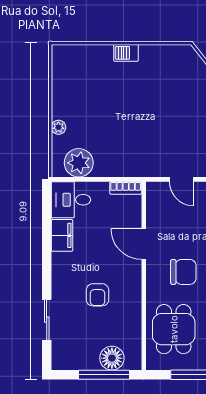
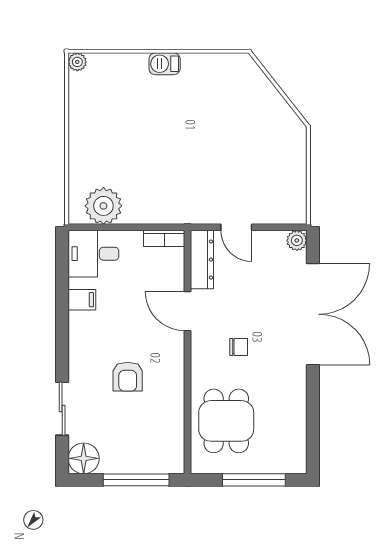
plant: (58, 127) -> (77, 62), moved
dresser: (155, 204) -> (202, 260), added
filing cabinet: (62, 235) -> (82, 300), width x0.50
chair: (183, 272) -> (239, 347), width x0.54, depth x0.54
floor lamp: (112, 358) -> (84, 458), moved

